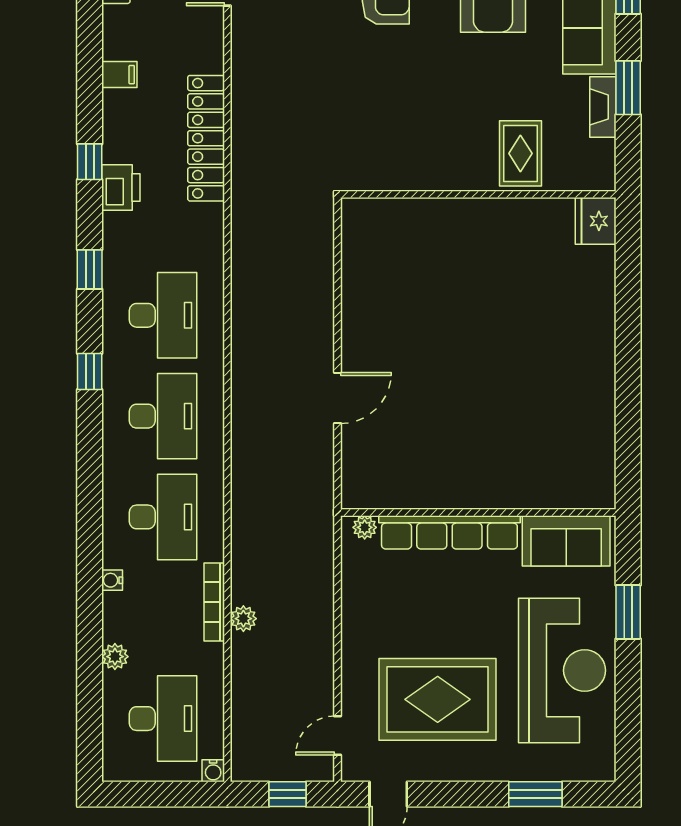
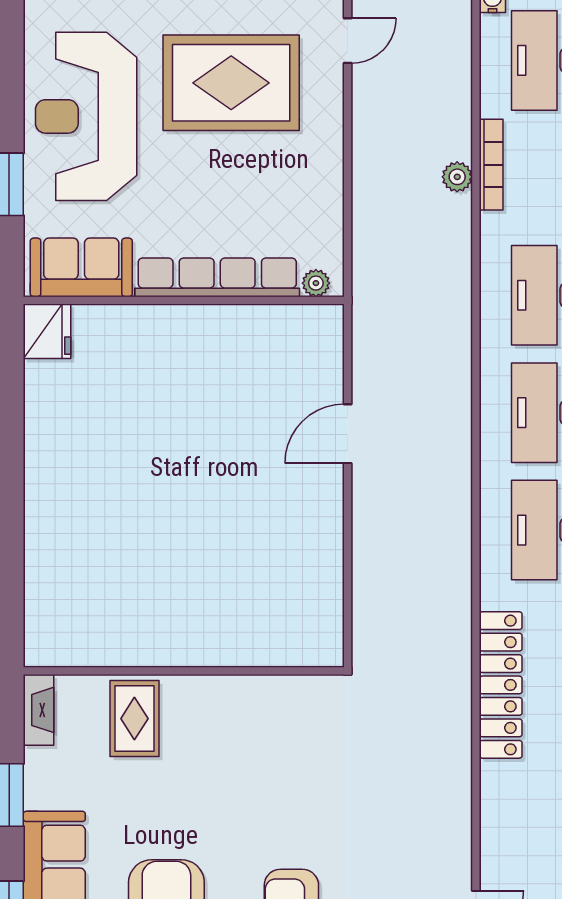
fireplace: (603, 107) -> (38, 710), moved
locker: (206, 138) -> (501, 685), moved
fridge: (596, 221) -> (47, 331), moved
bookcase: (214, 602) -> (491, 165), moved

